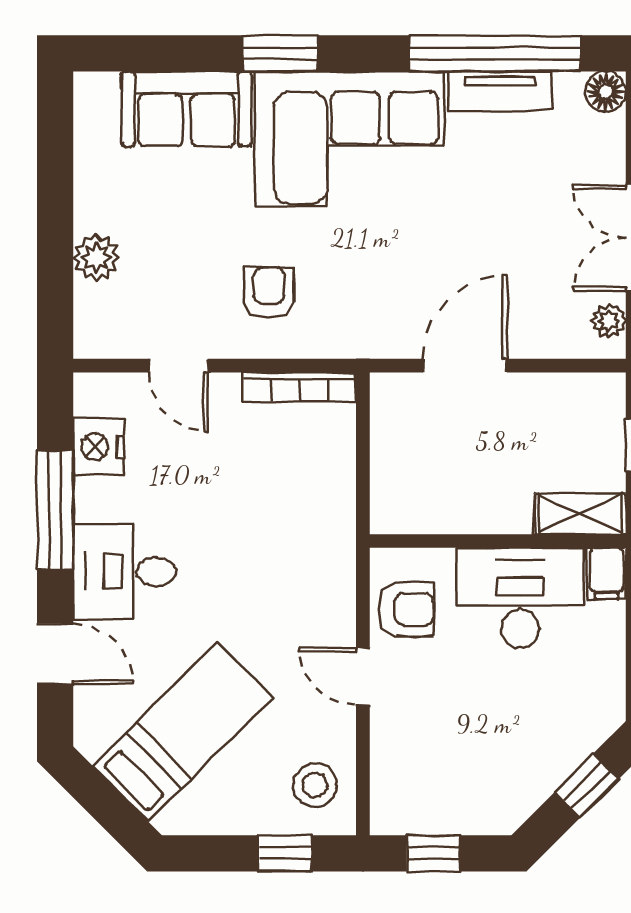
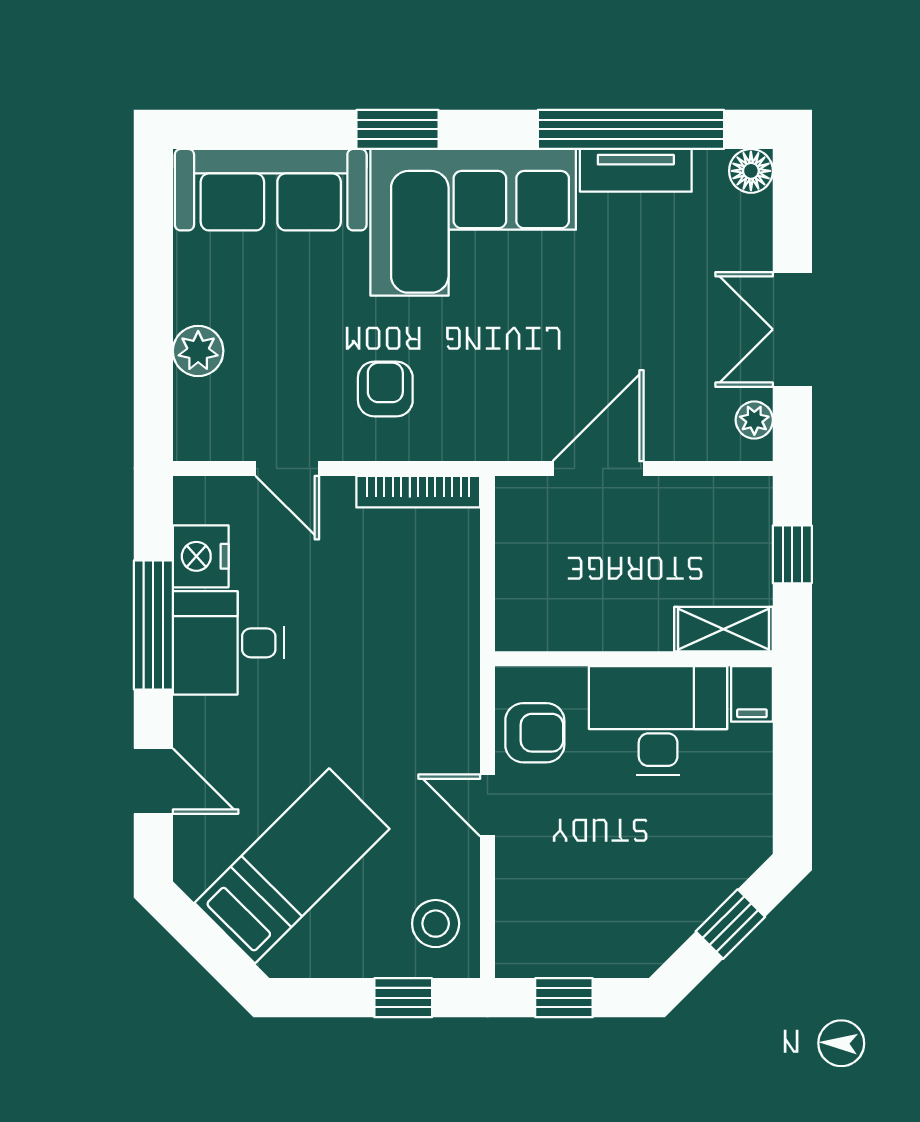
sofa: (187, 109) -> (271, 190), width x1.36
desk: (124, 572) -> (229, 643), moved

